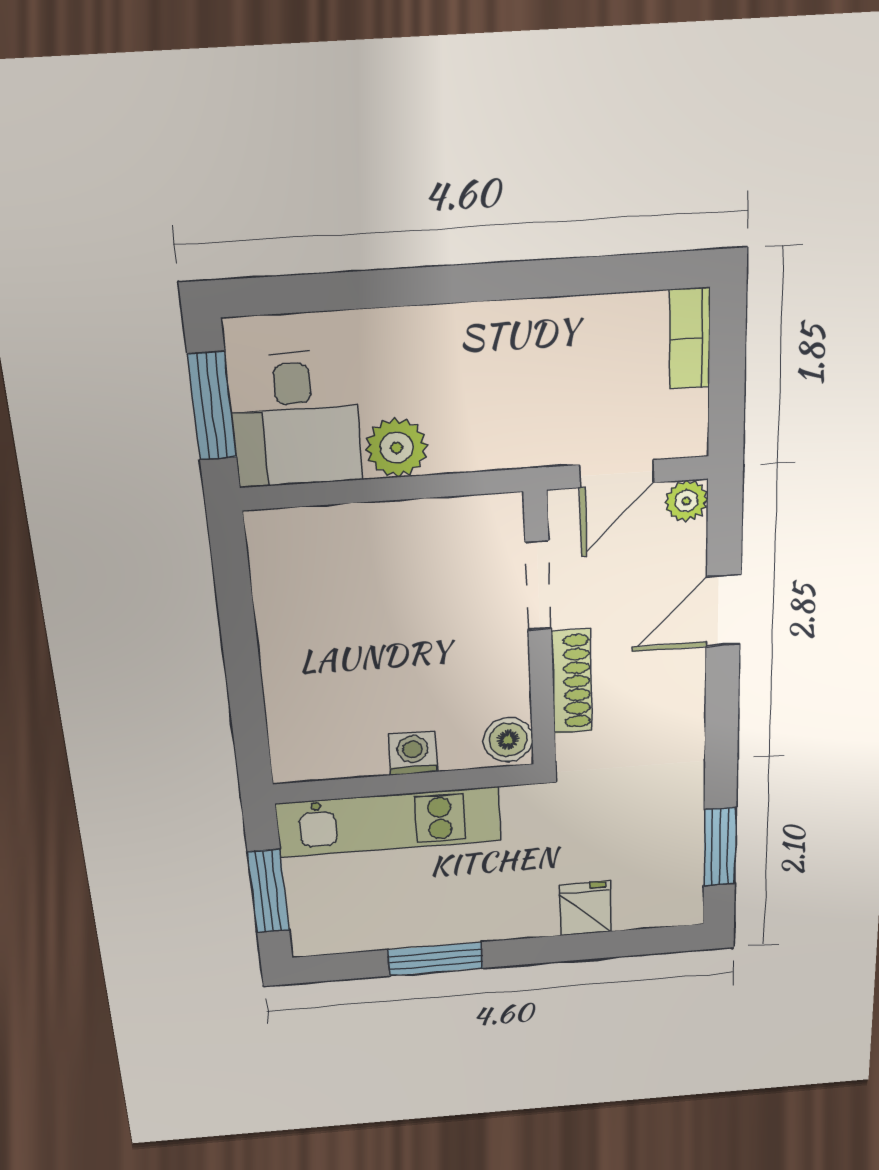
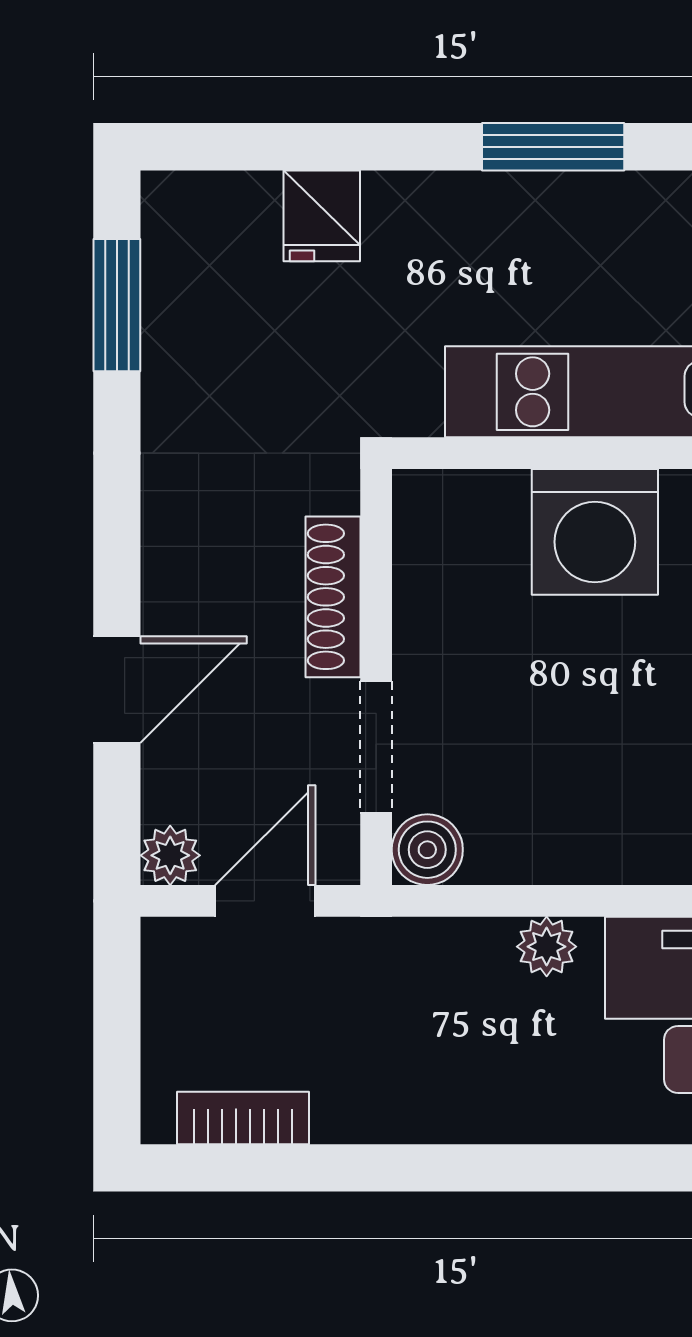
bookcase: (690, 339) -> (243, 1118), moved, turned -90
plant: (397, 448) -> (547, 947), width x0.73, depth x0.73
boiler: (508, 740) -> (427, 850), moved
washing machine: (413, 753) -> (595, 532), width x1.89, depth x1.89

